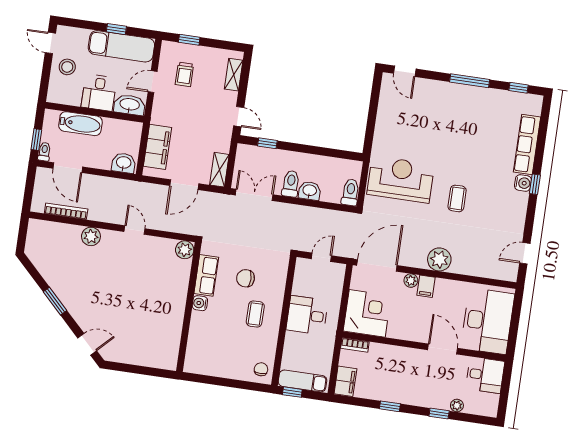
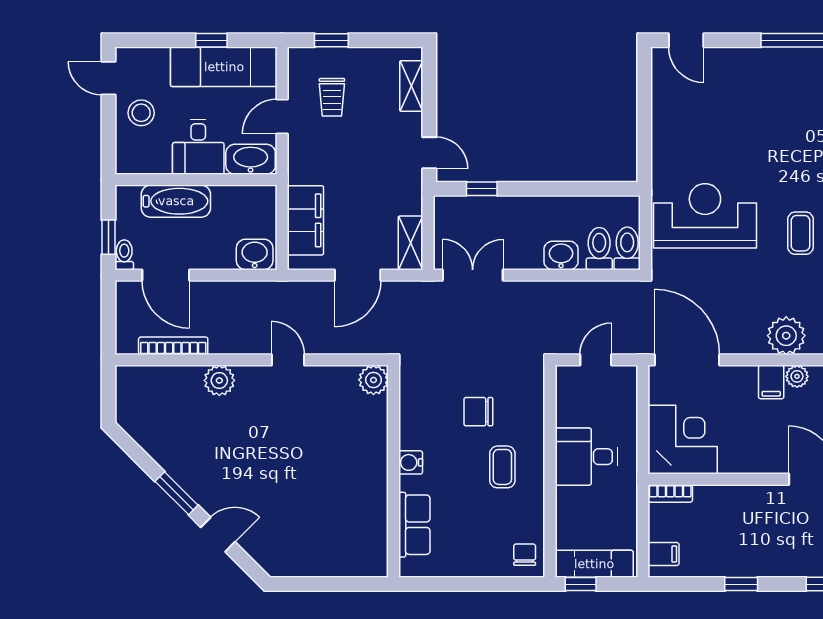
toilet: (291, 184) -> (599, 249), moved
door: (377, 265) -> (687, 360), hinge flipped
row of seats: (206, 275) -> (414, 525), moved
plant: (411, 281) -> (797, 376), moved
door: (87, 344) -> (218, 535), moved
filing cabinet: (345, 381) -> (663, 554), width x0.50

